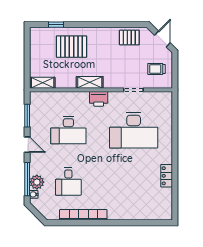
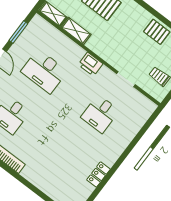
shelving: (90, 82) -> (76, 31), moved
desk: (134, 130) -> (100, 114), width x0.53, depth x0.77

